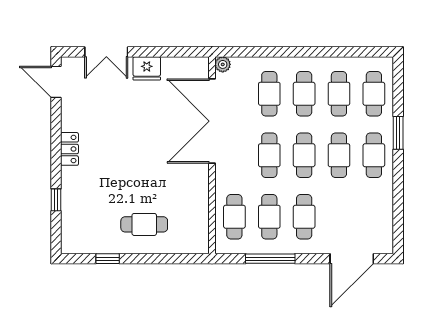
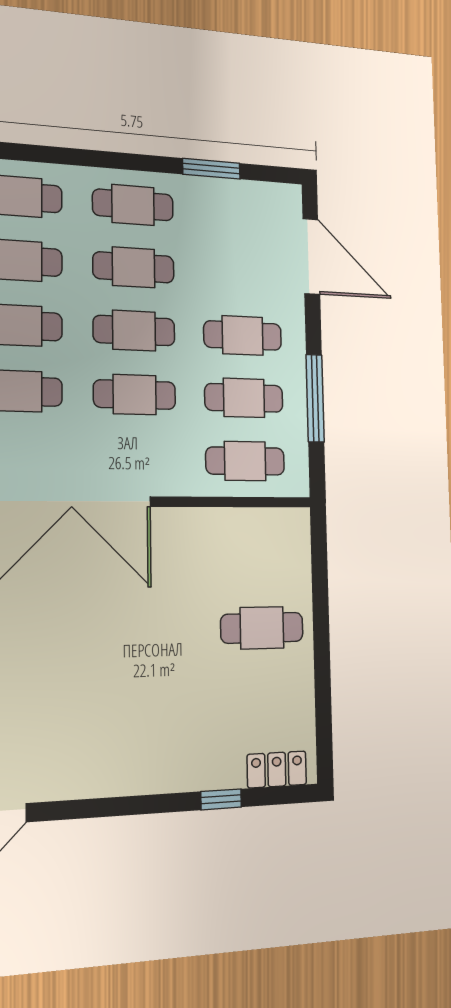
window: (398, 133) -> (211, 169), moved
locker: (69, 149) -> (277, 769), moved
cafe table: (144, 224) -> (262, 628), turned 90
window: (108, 259) -> (323, 694), removed

